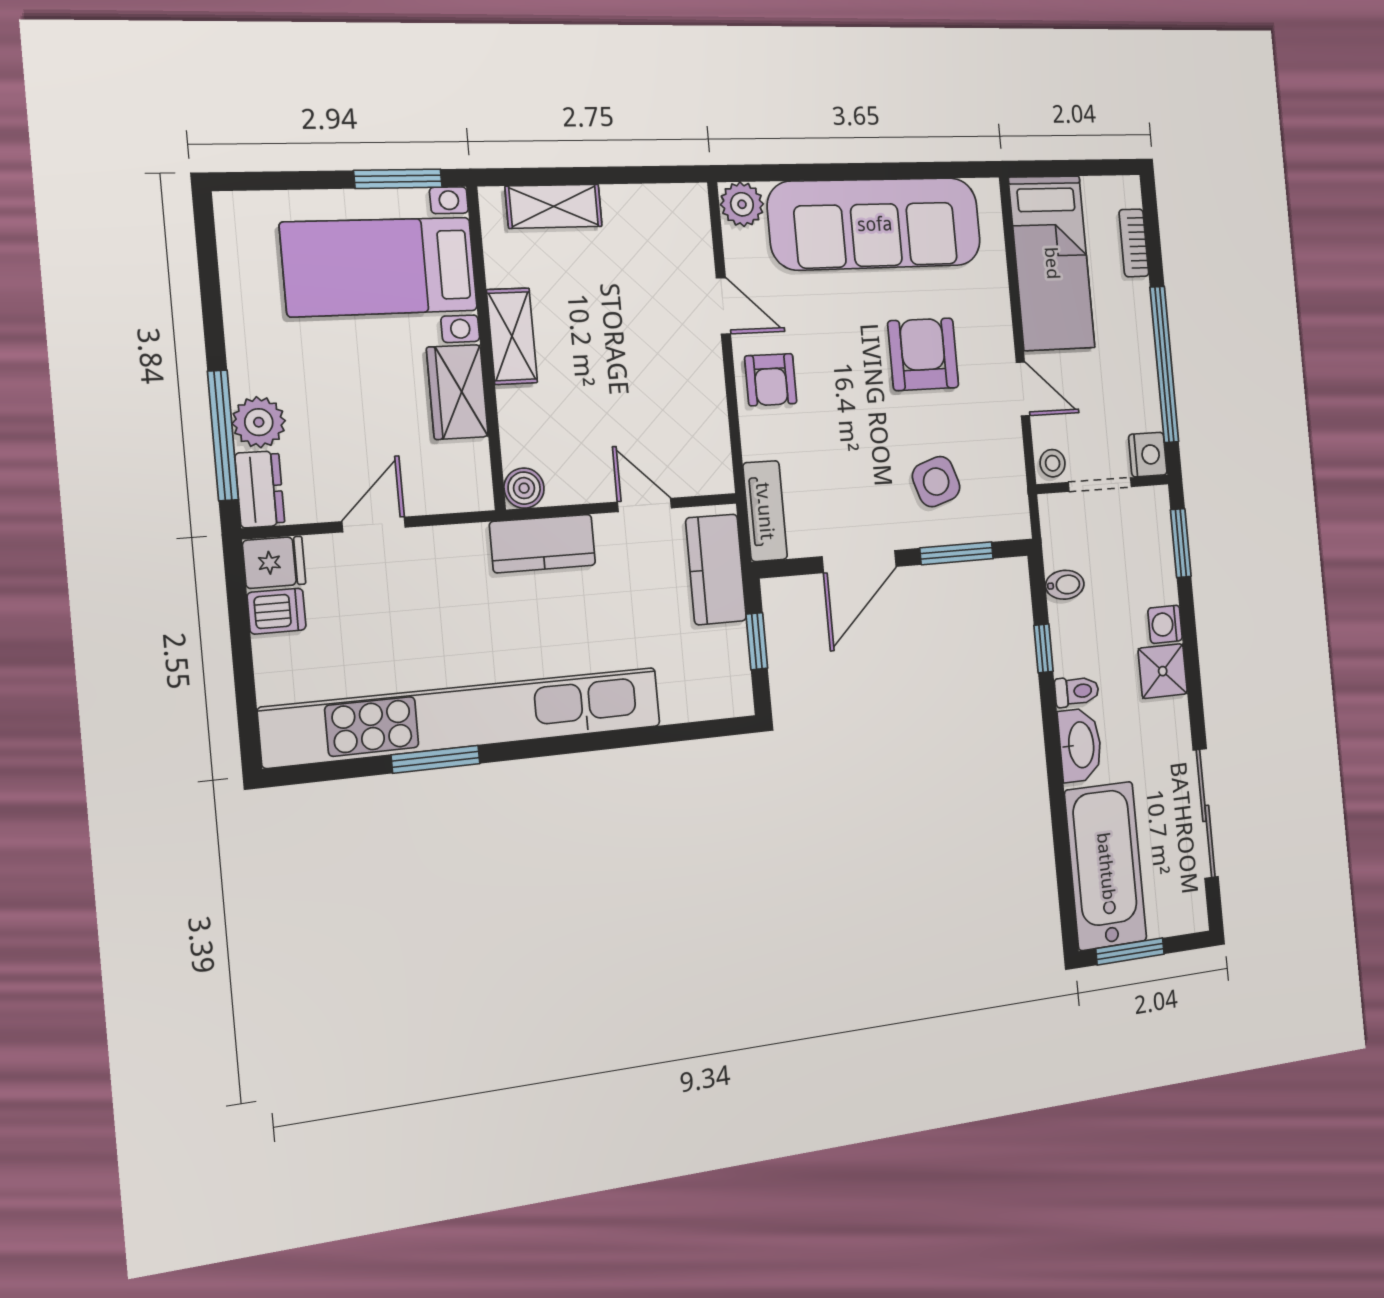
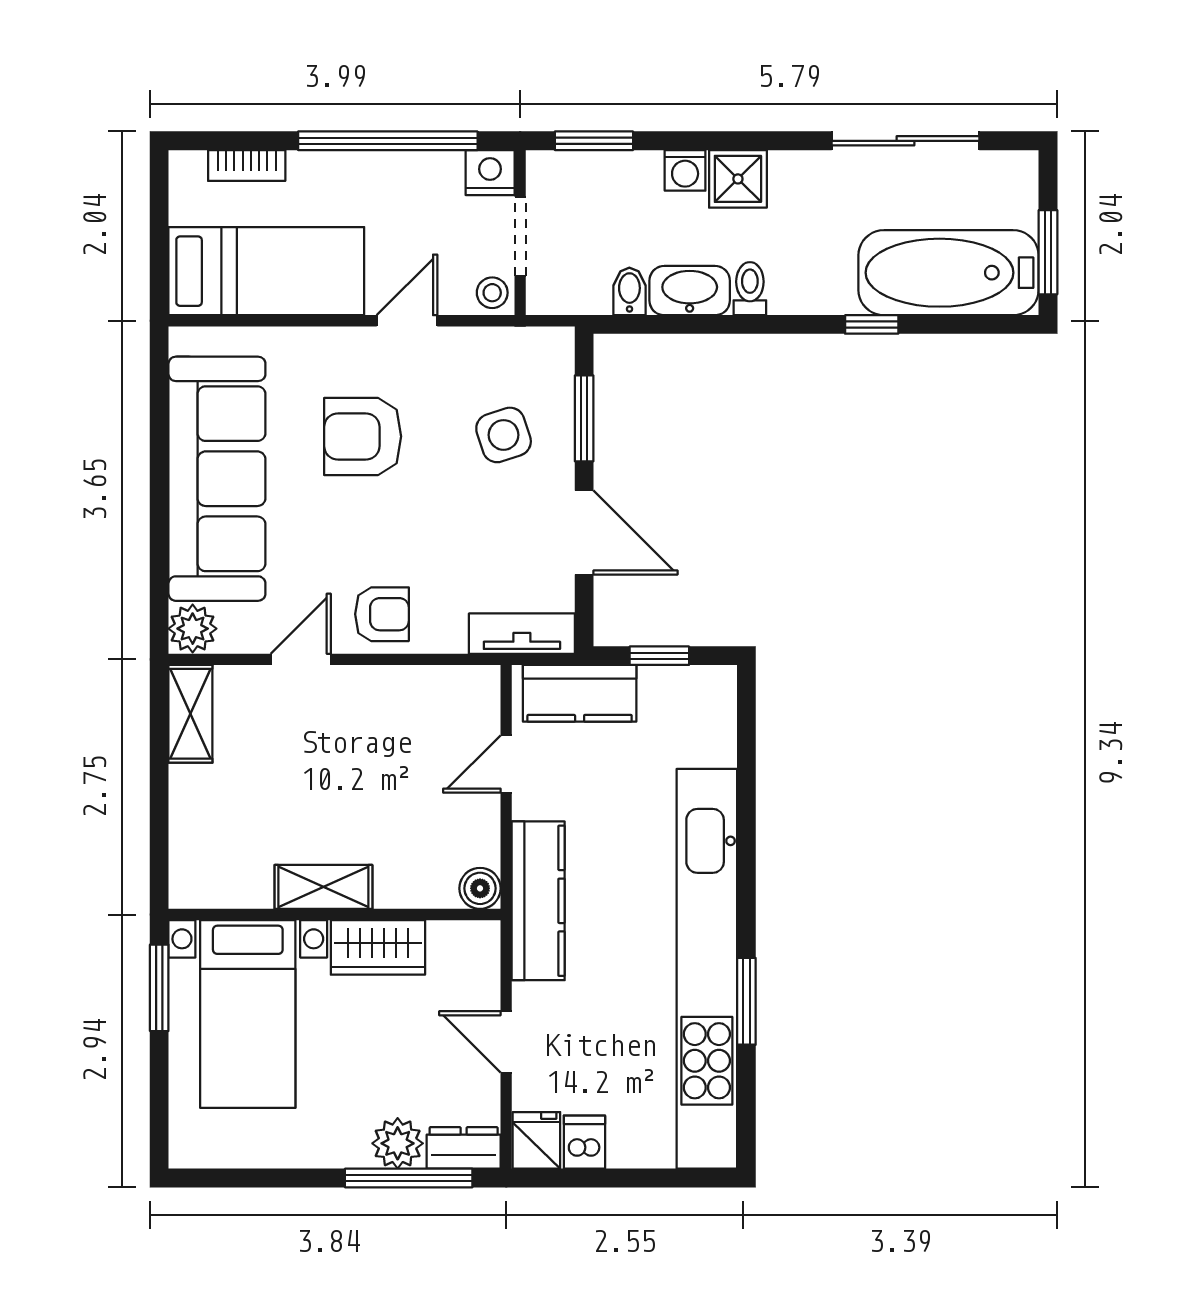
shelving: (554, 206) -> (190, 714), moved
kitchen counter: (543, 544) -> (538, 901), width x1.50
window: (1044, 648) -> (872, 324), moved
washbasin: (1080, 745) -> (690, 291), moved

